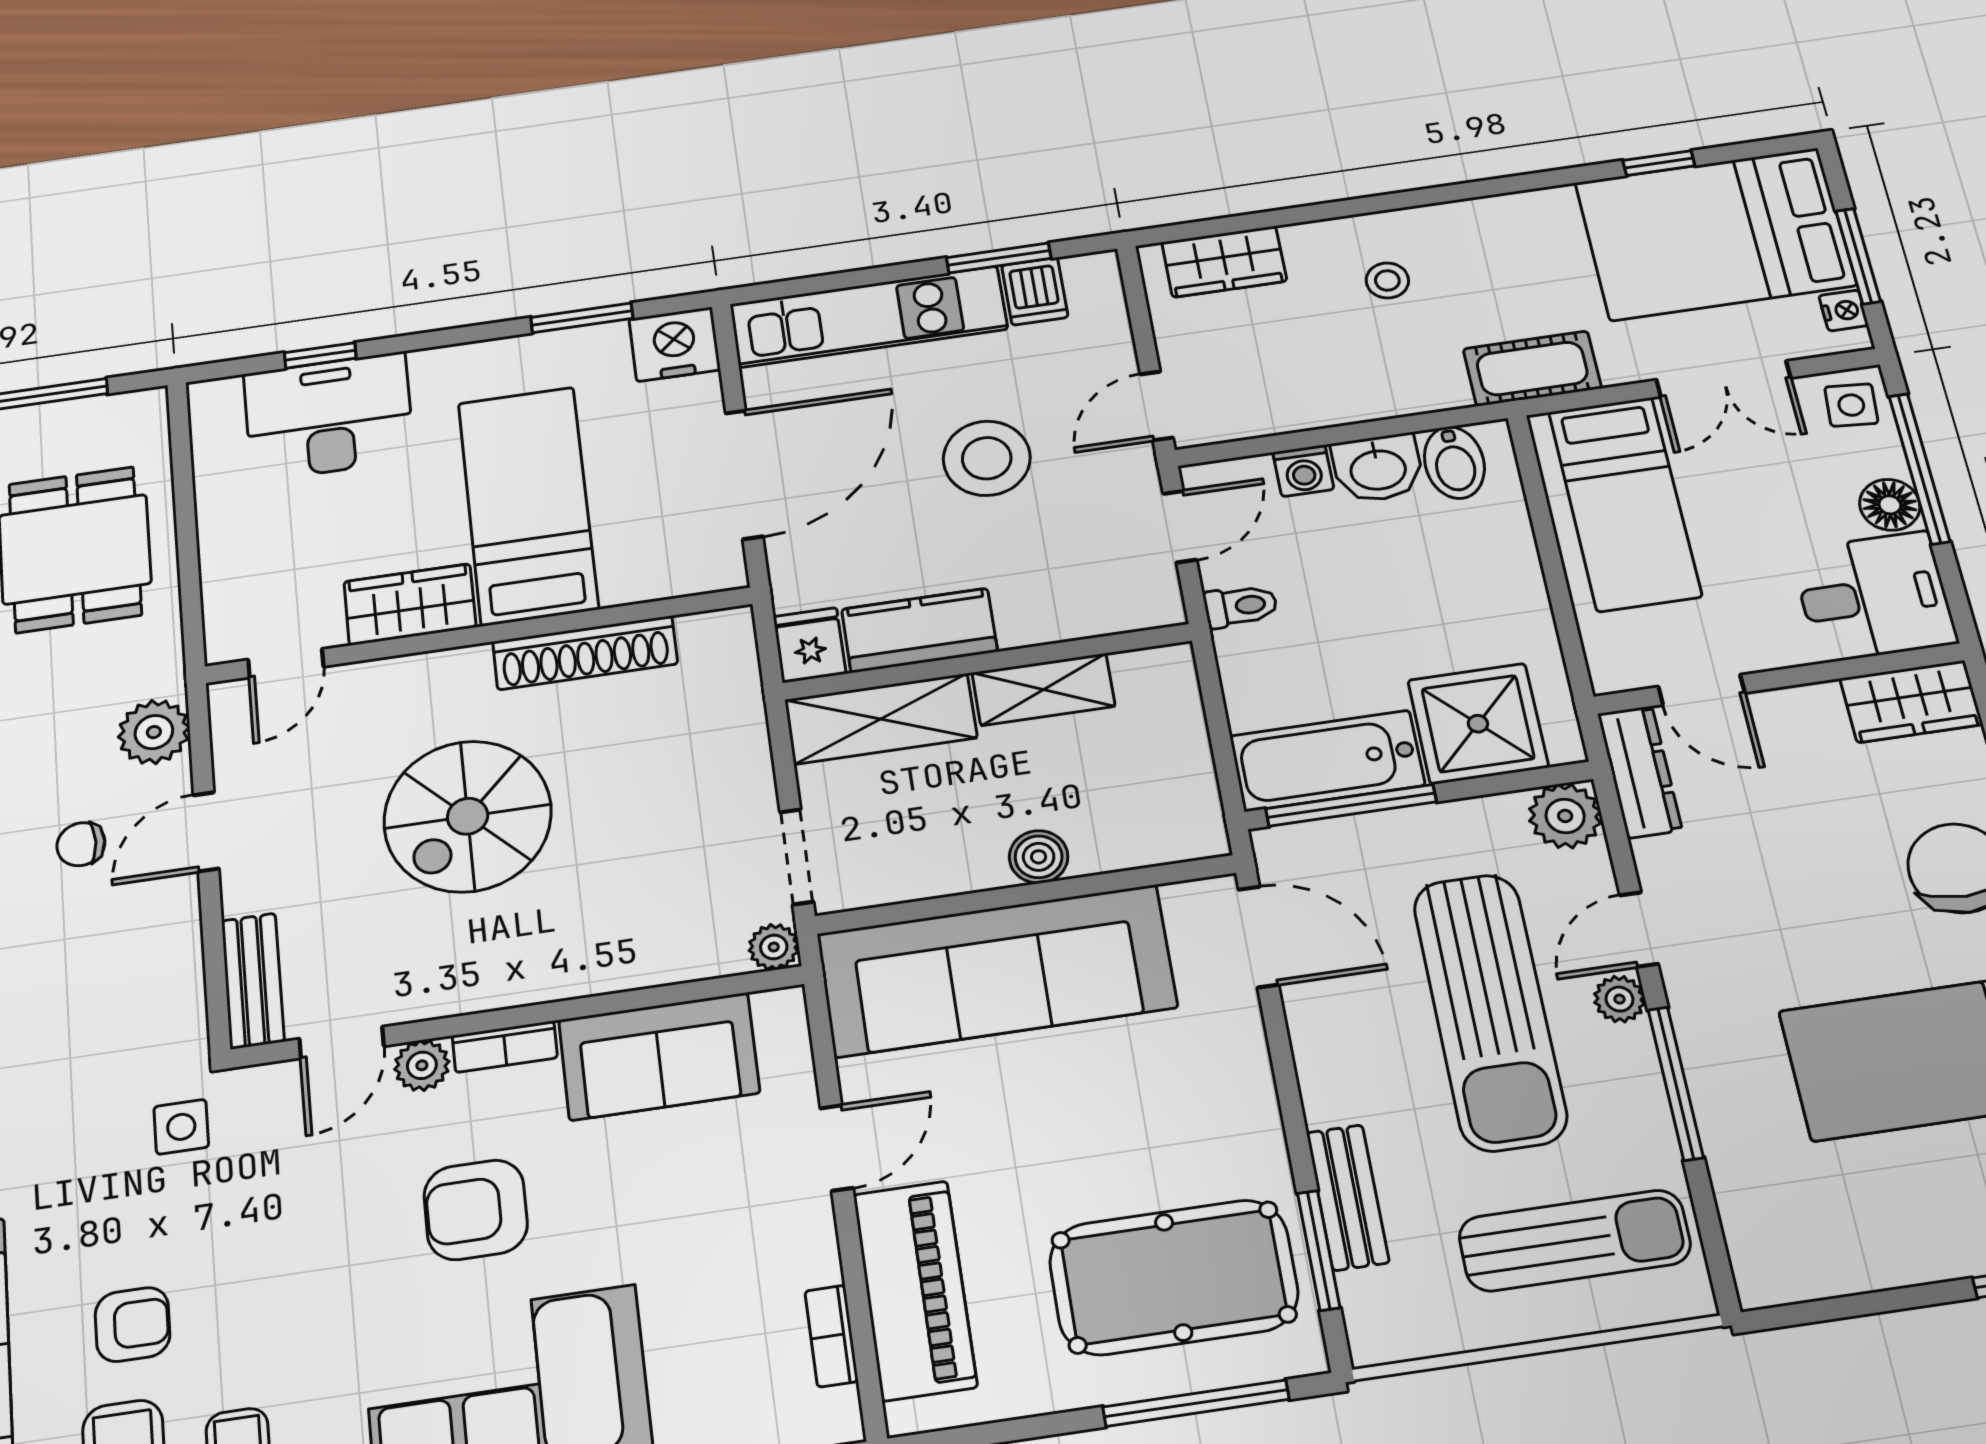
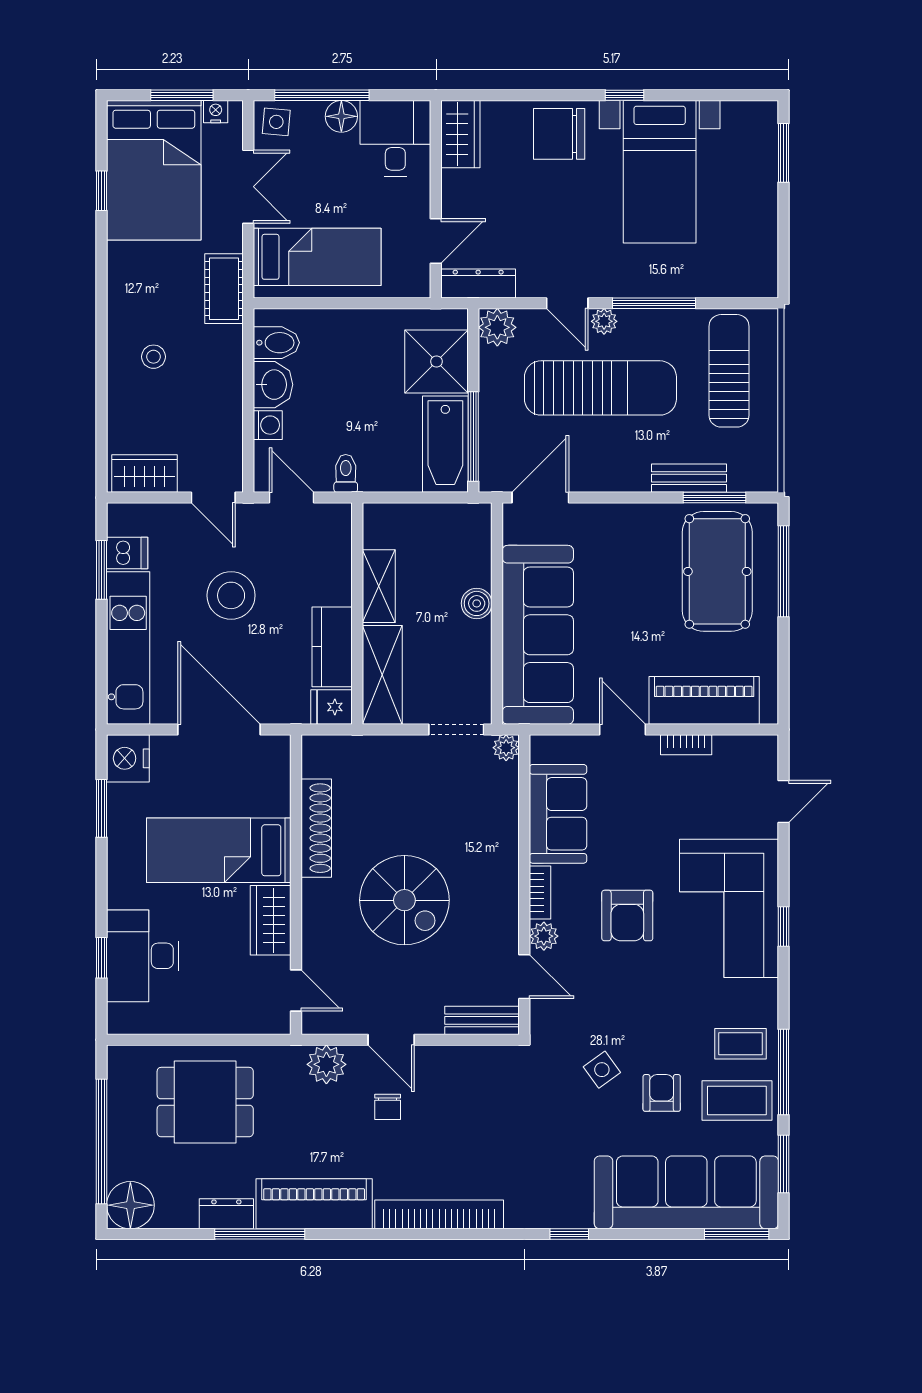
wardrobe: (1224, 262) -> (144, 474), moved, turned -90
side table: (181, 1127) -> (602, 1070), moved, turned -36
bookcase: (831, 1336) -> (686, 745), moved

